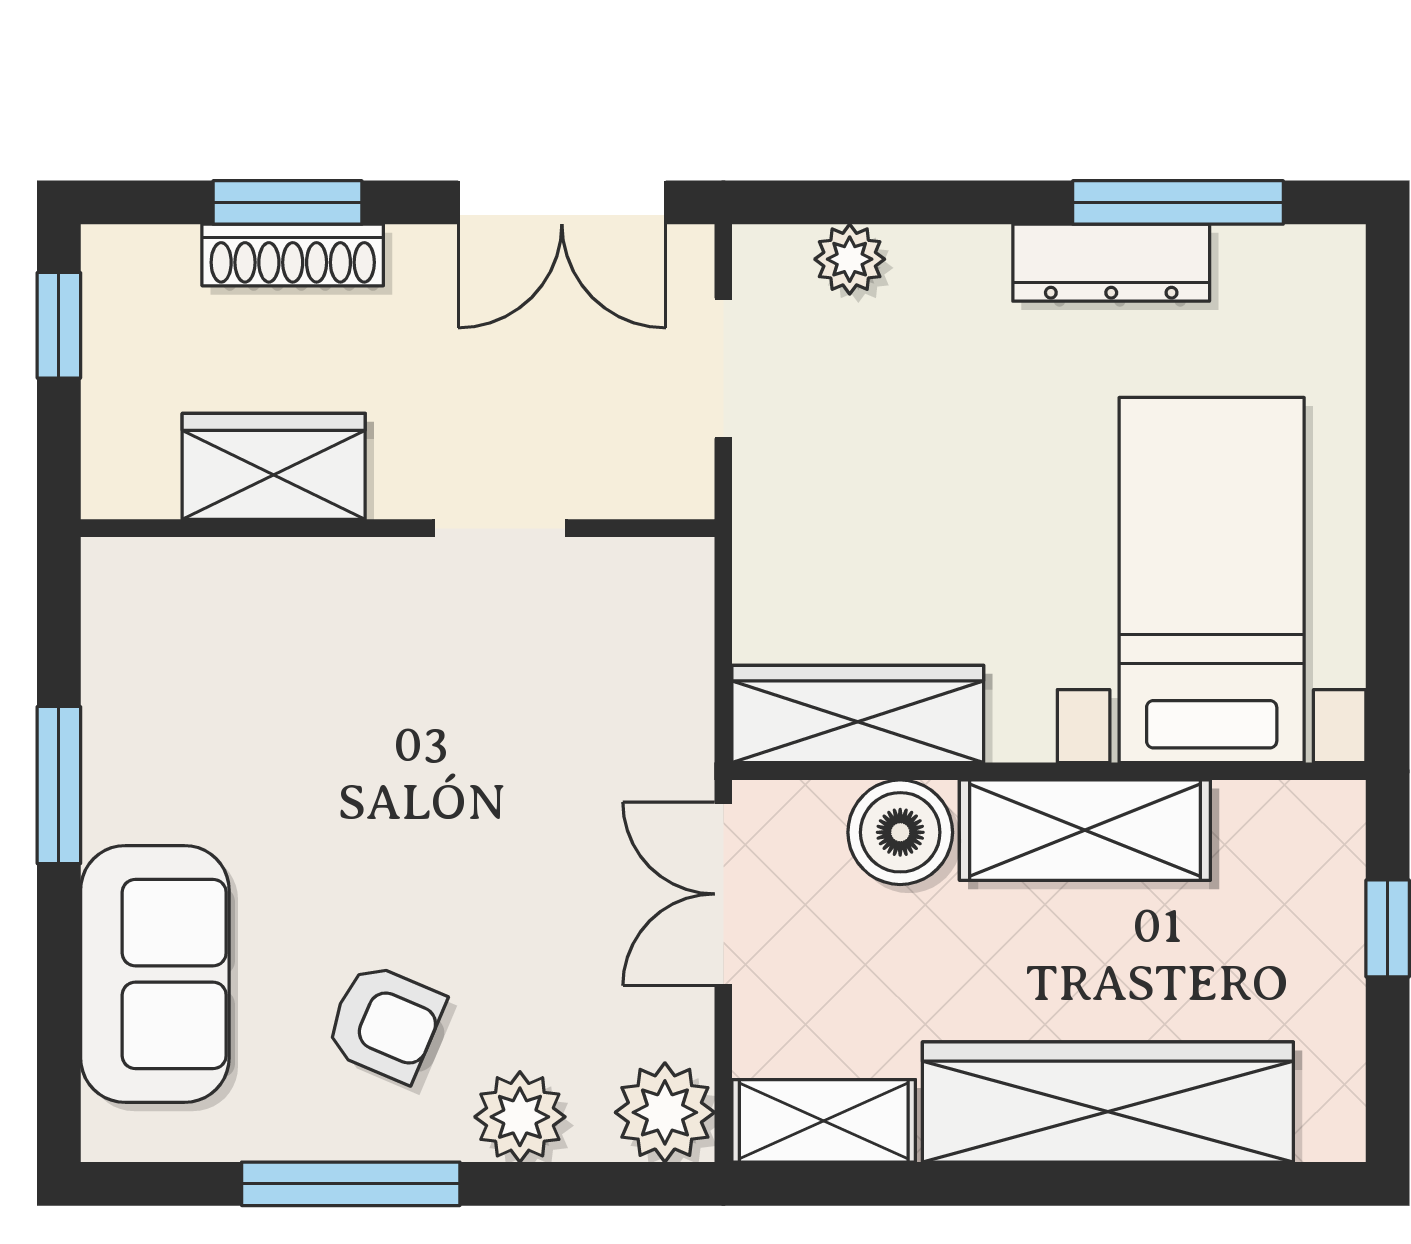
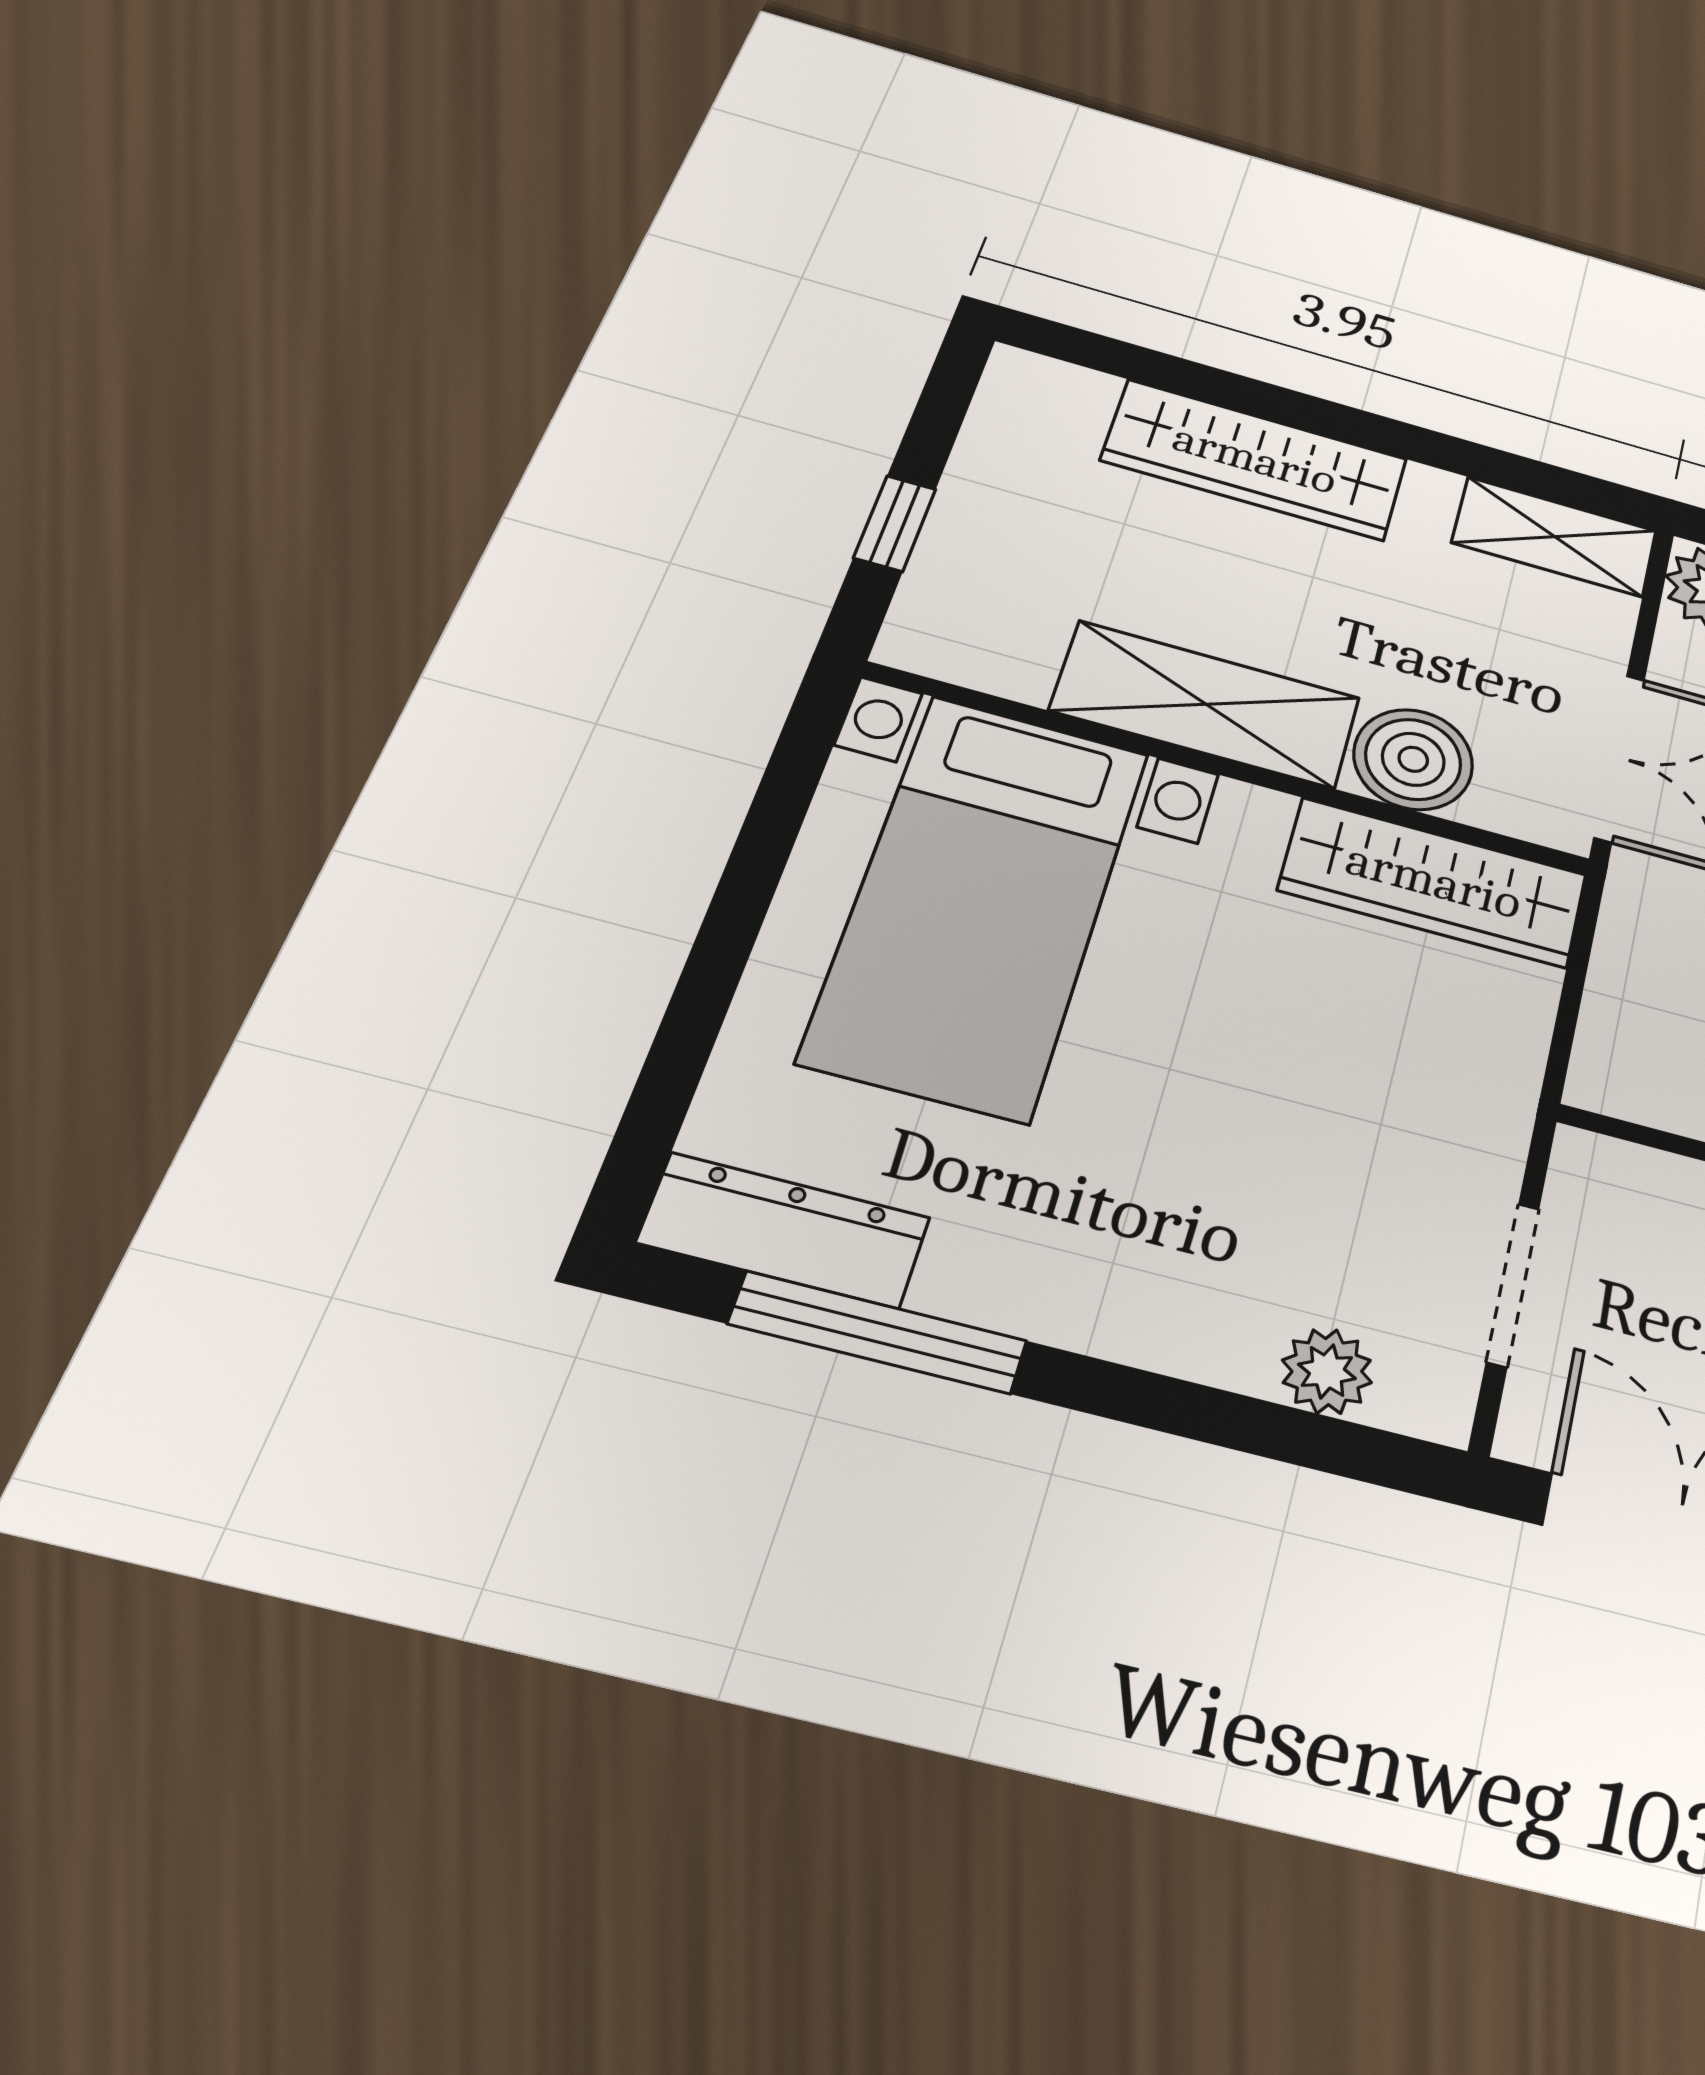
dresser: (1111, 263) -> (784, 1230), moved
wardrobe: (1108, 1102) -> (1255, 460), width x0.71, depth x0.85

